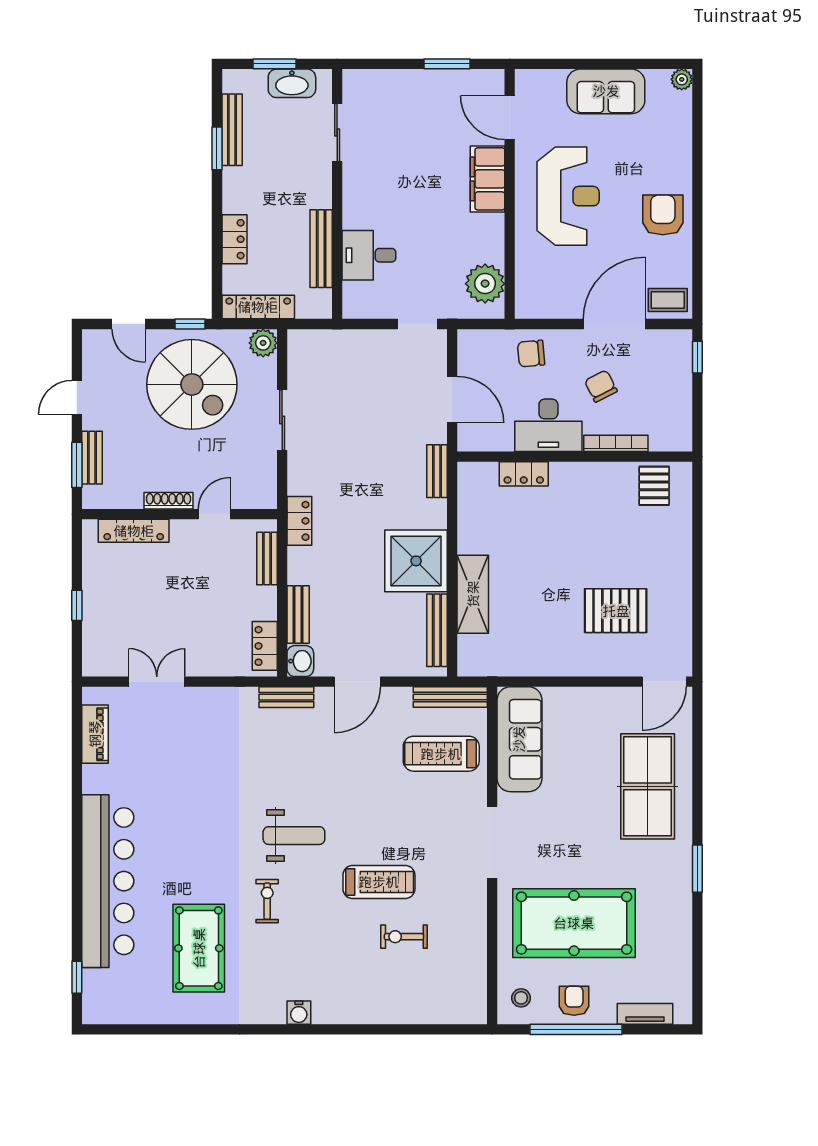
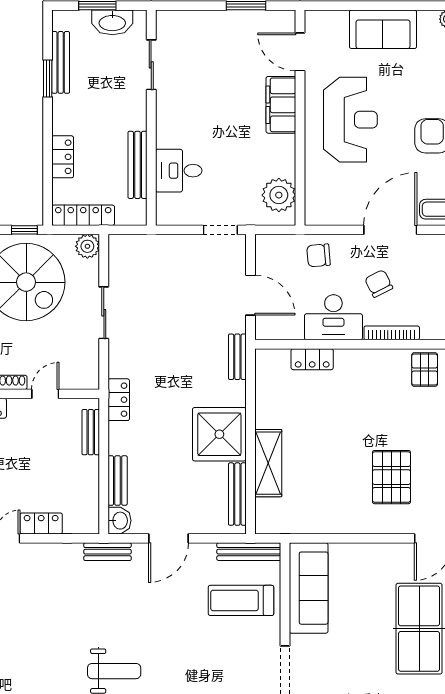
pallet: (616, 611) -> (391, 477), turned 90
locker: (265, 646) -> (41, 523), moved, turned 90

